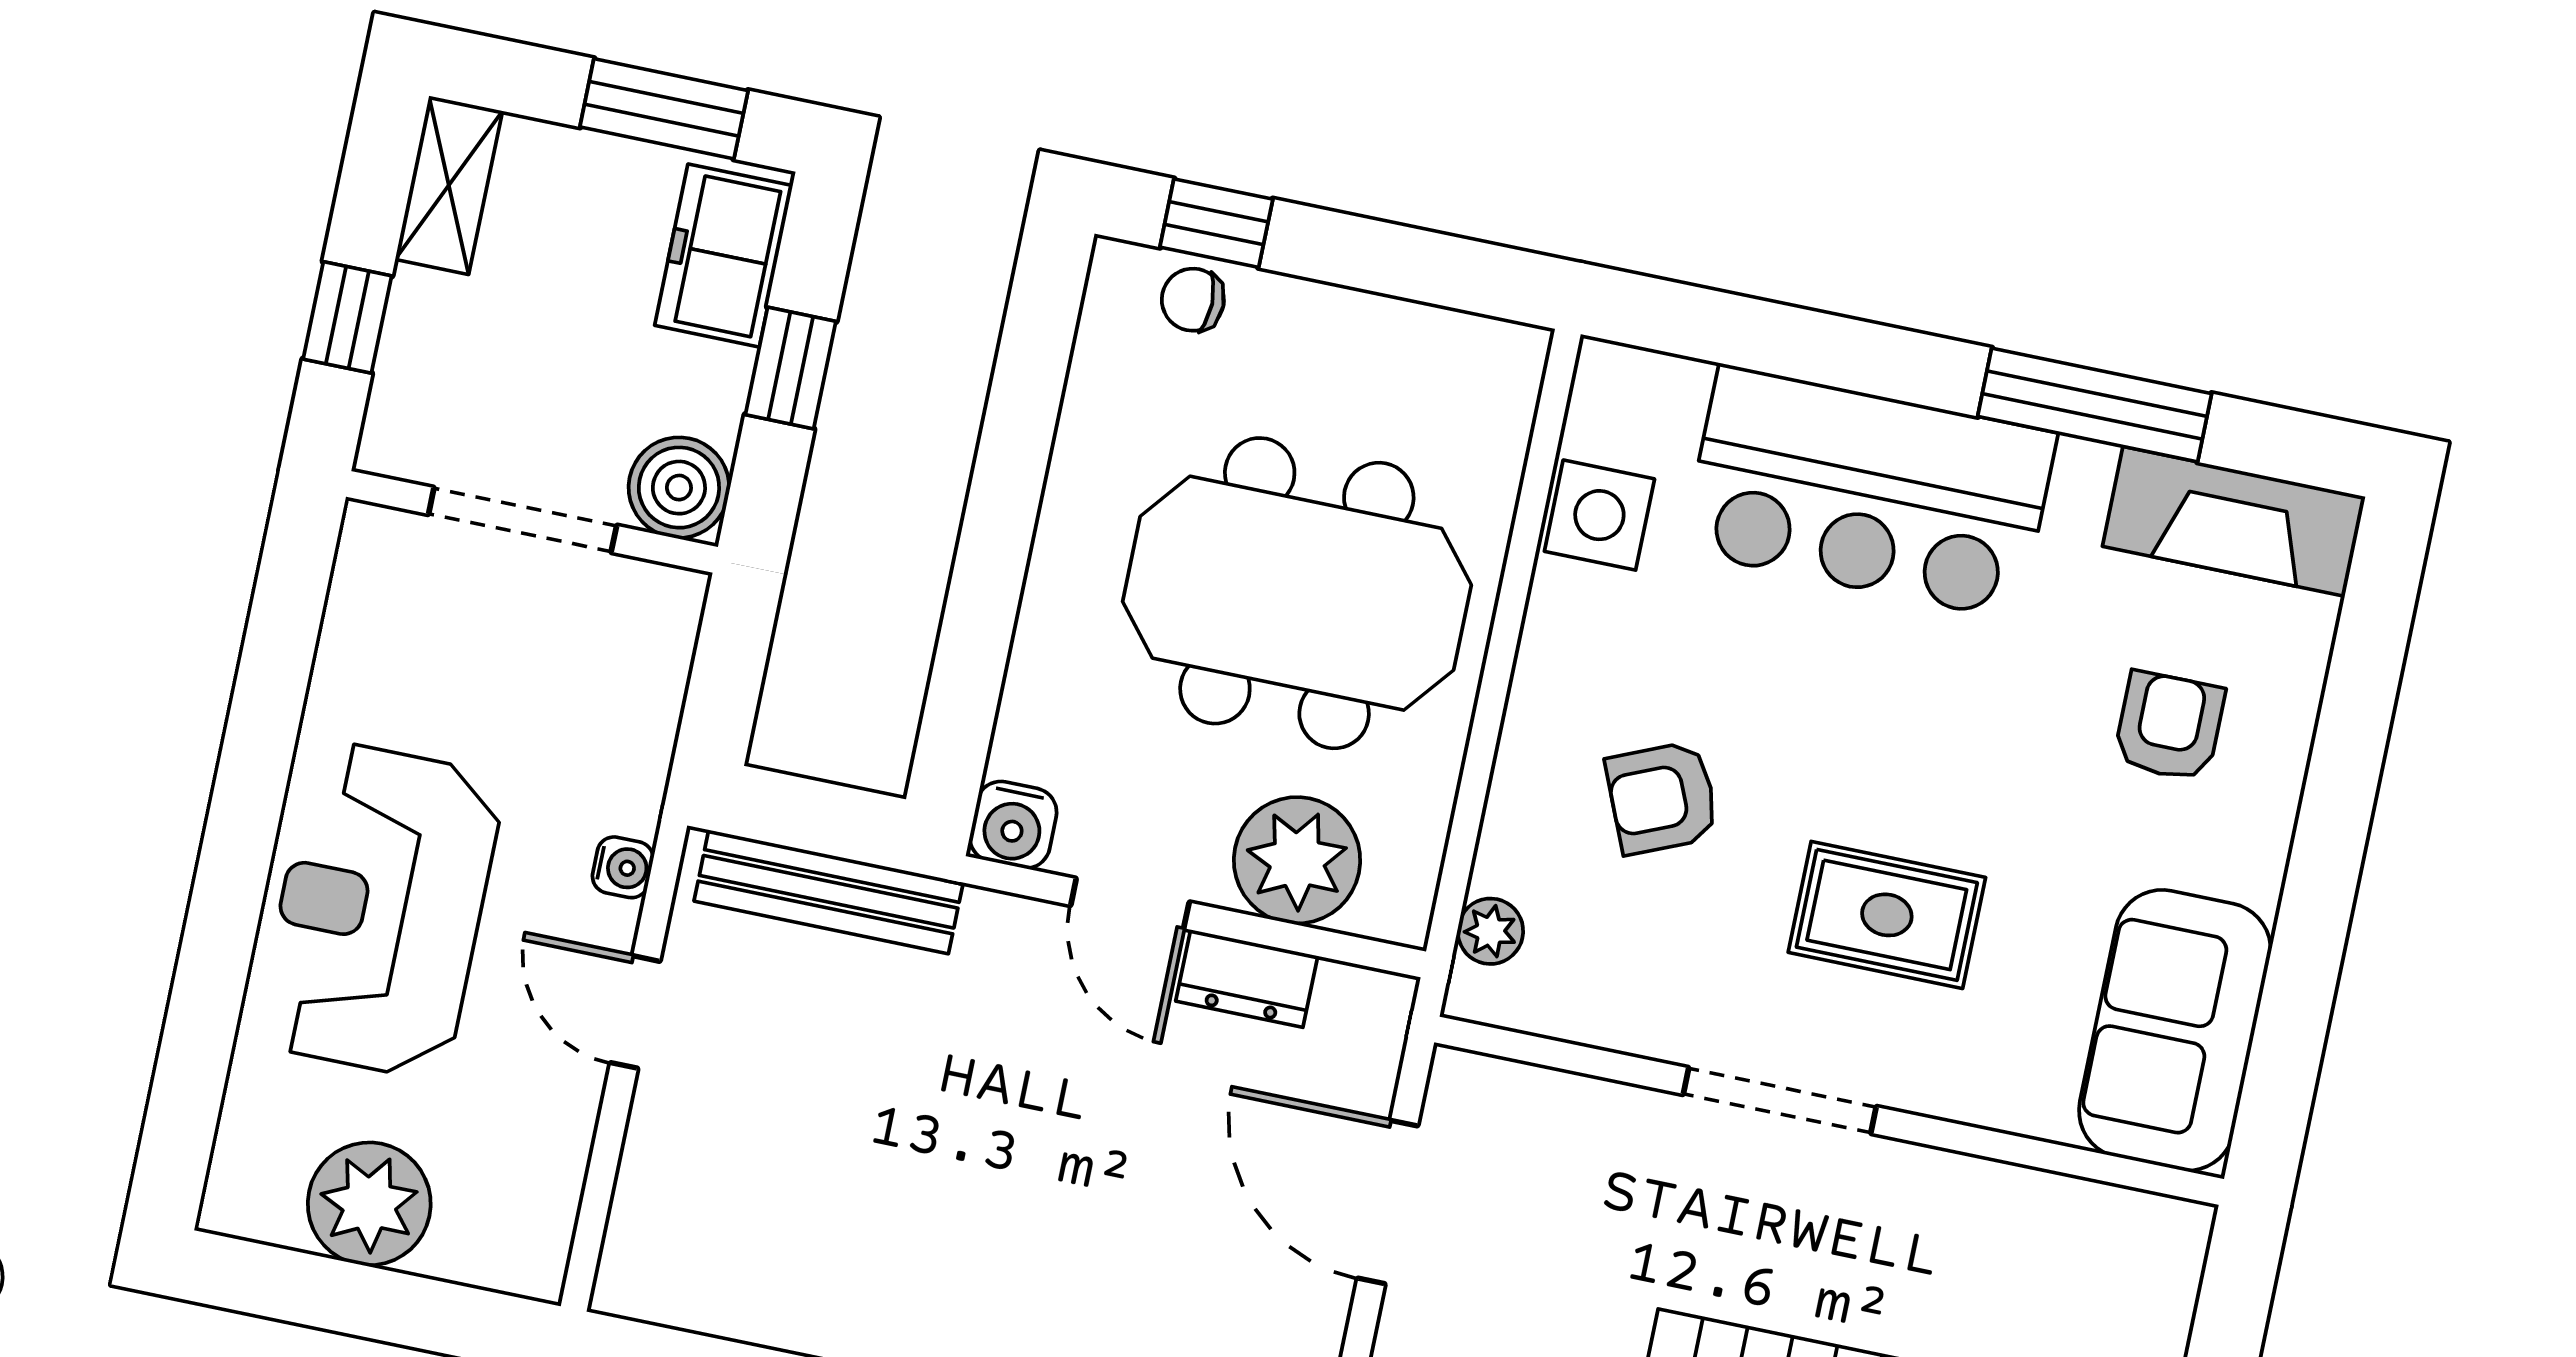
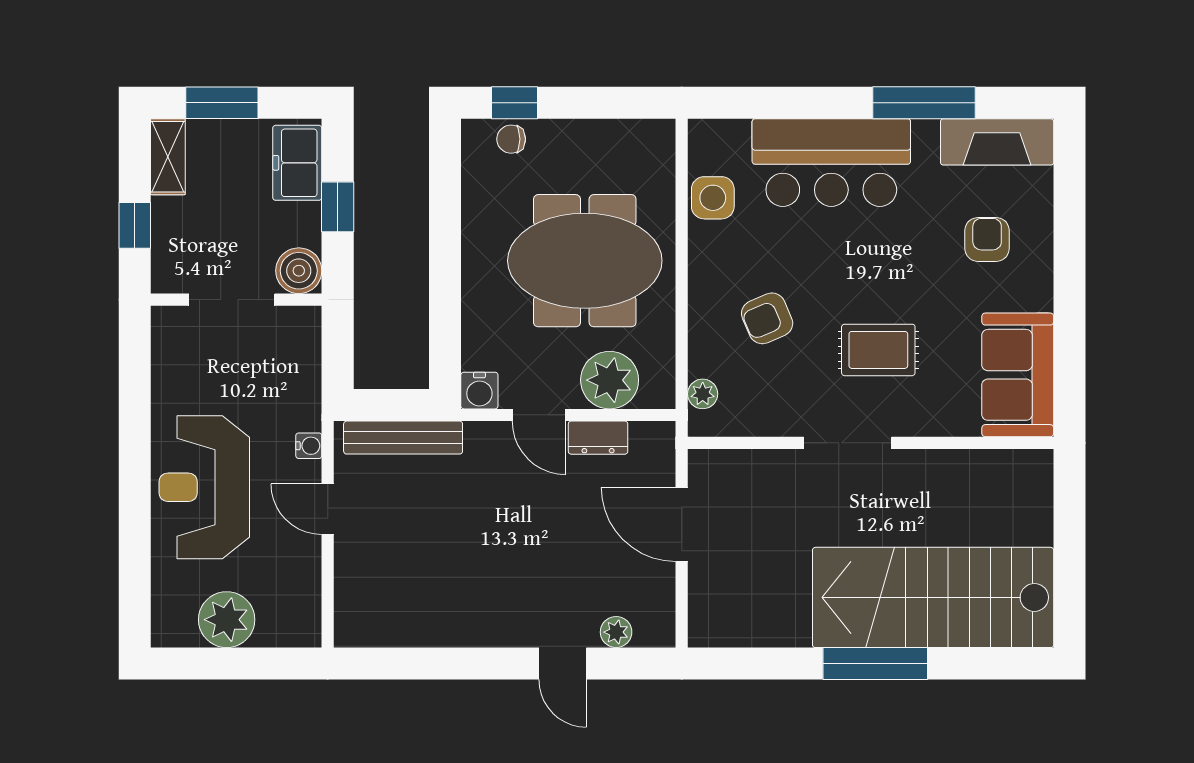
window: (664, 109) -> (222, 103), moved

